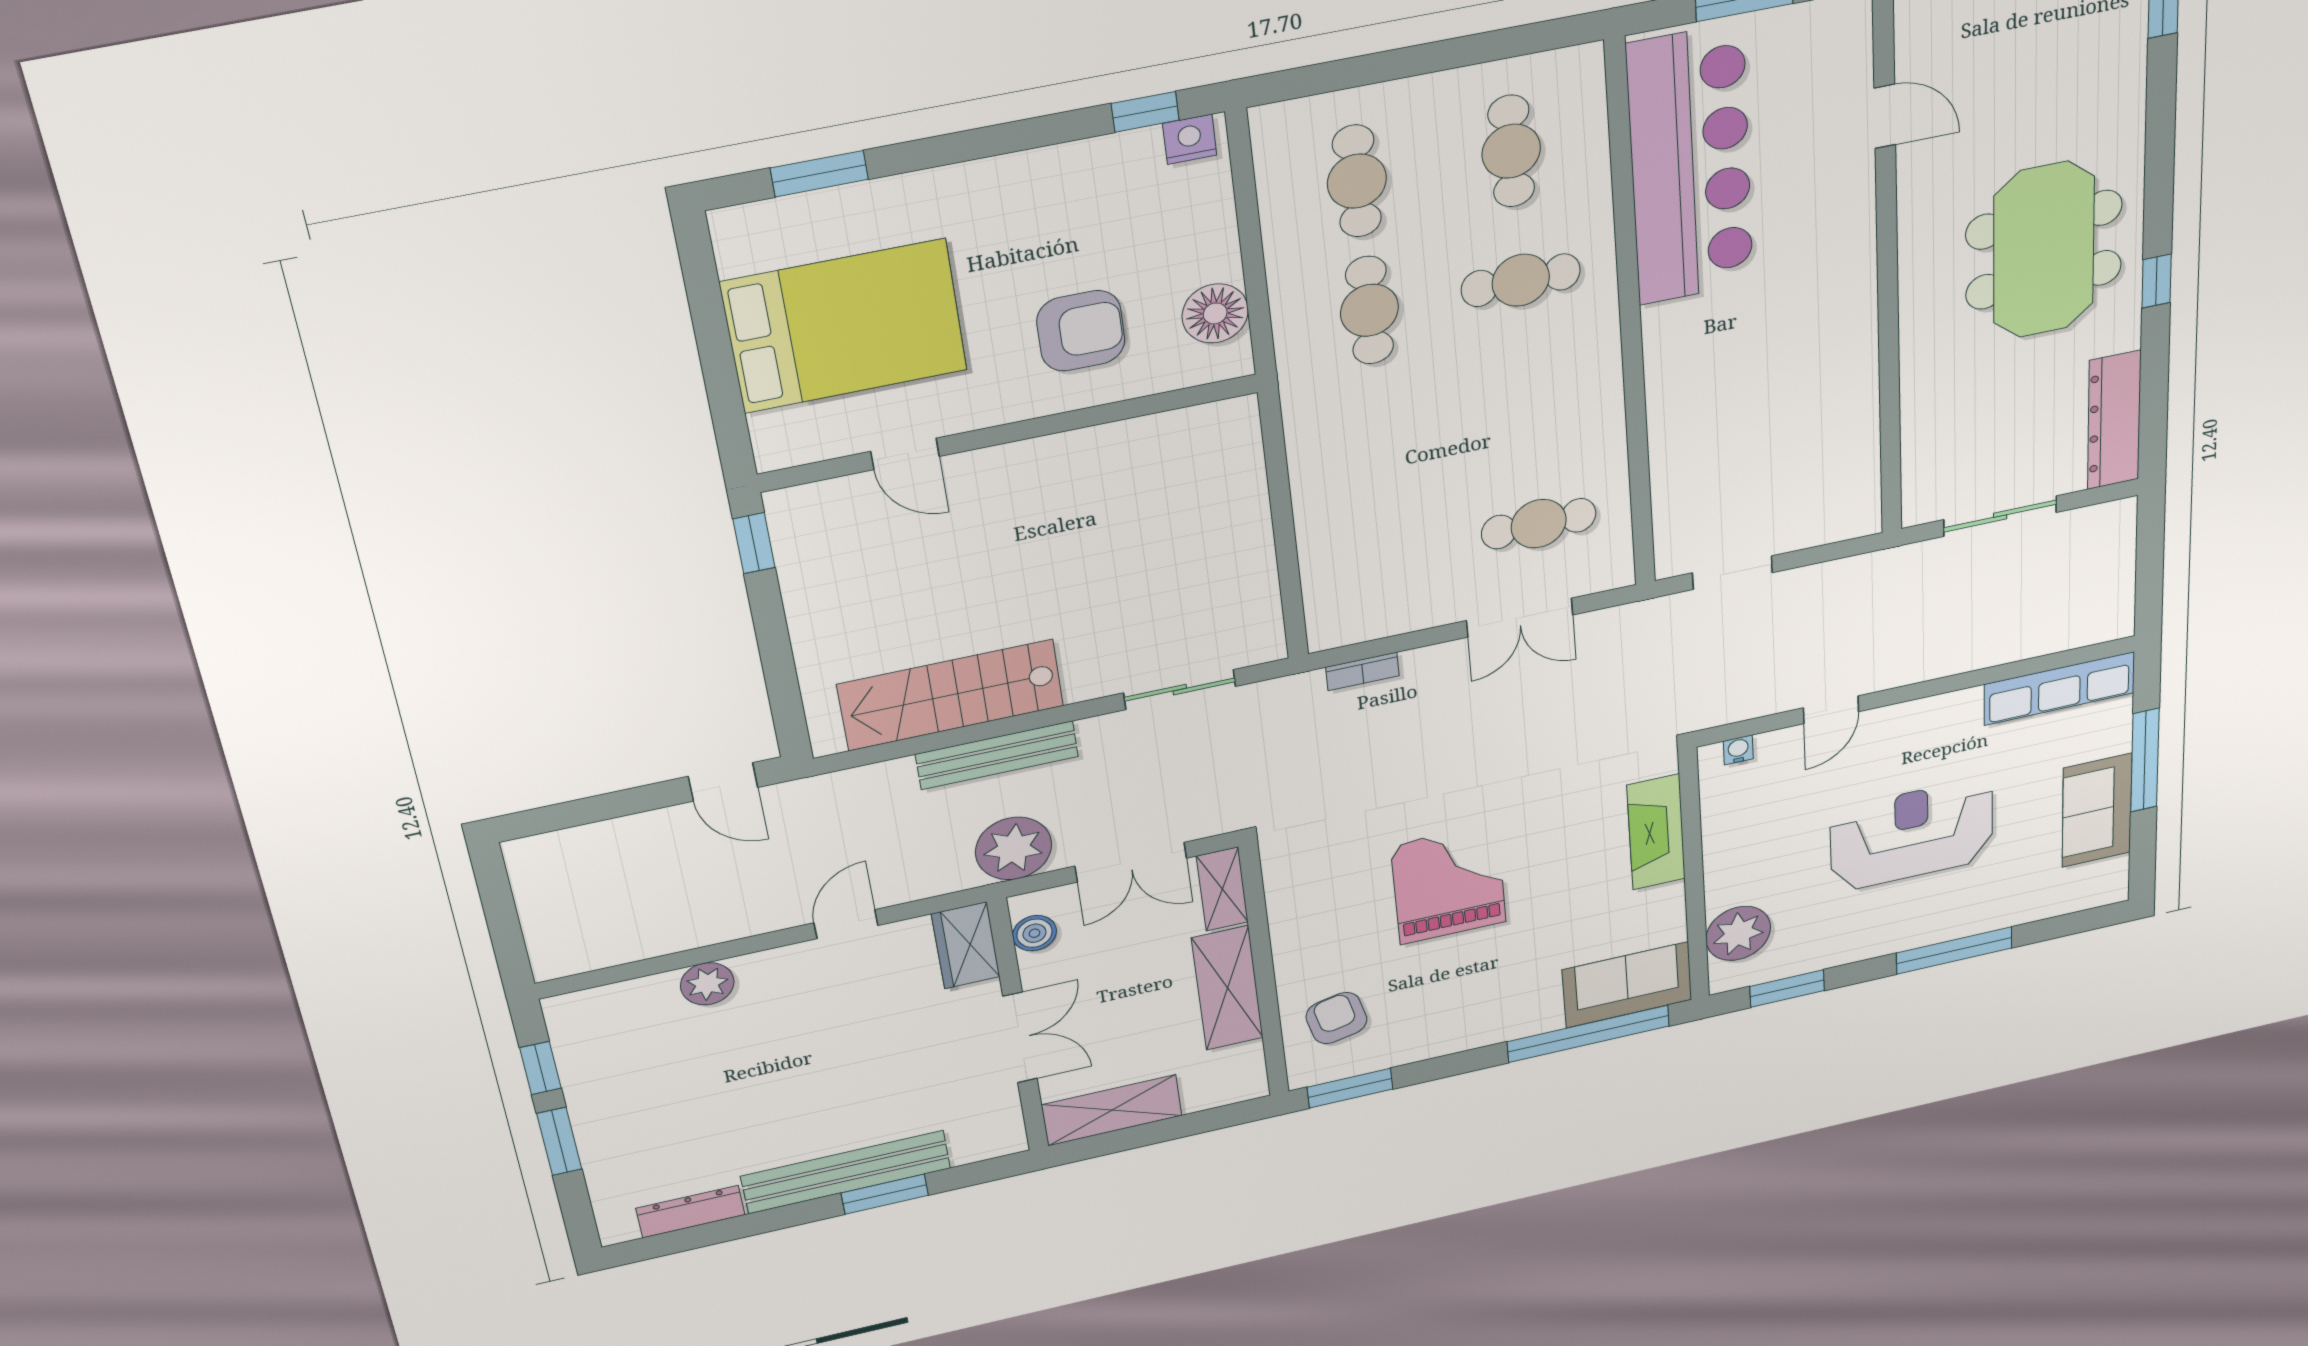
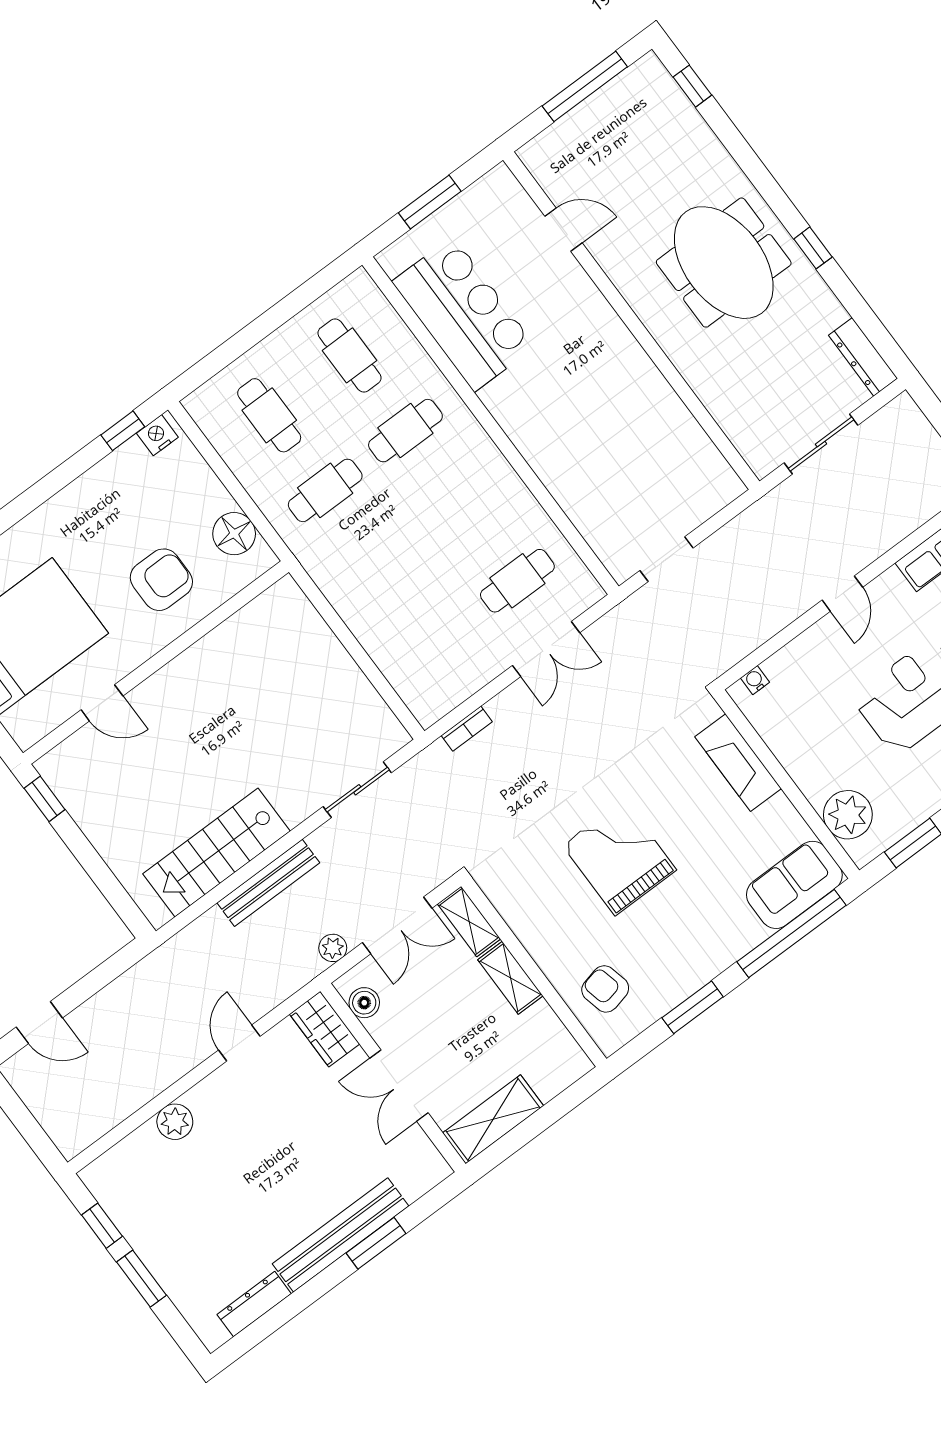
bar counter: (1690, 165) -> (464, 314), width x0.73
cafe table: (1369, 310) -> (325, 490), turned 90
dresser: (2114, 420) -> (863, 357), width x0.73, depth x0.80
door: (1831, 710) -> (842, 594), moved
door: (723, 782) -> (39, 1023), moved
plant: (1013, 848) -> (333, 948), width x0.53, depth x0.53
shelving: (1227, 988) -> (510, 978), width x0.67, depth x0.75
double door: (1020, 1037) -> (399, 1086), swing flipped
window: (1350, 1088) -> (693, 1007), moved

